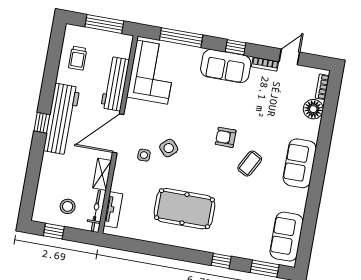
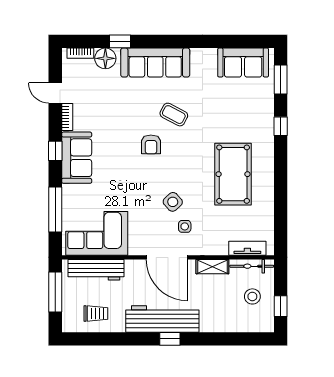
workbench: (115, 84) -> (96, 270), moved
window: (327, 126) -> (120, 41), added
sofa: (300, 163) -> (155, 63), width x1.36

